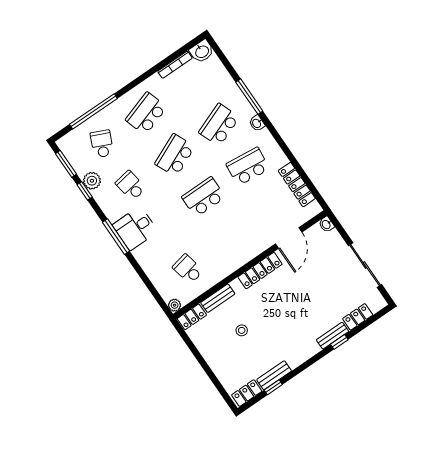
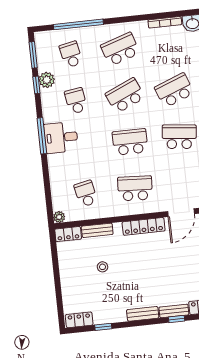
school desk: (102, 144) -> (71, 54), turned -36
school desk: (232, 239) -> (135, 188), added
bench: (274, 375) -> (143, 314), moved

